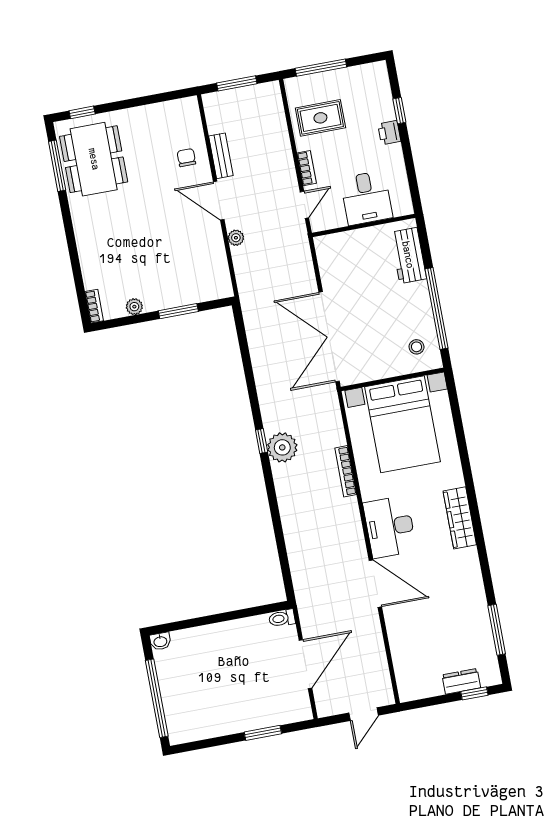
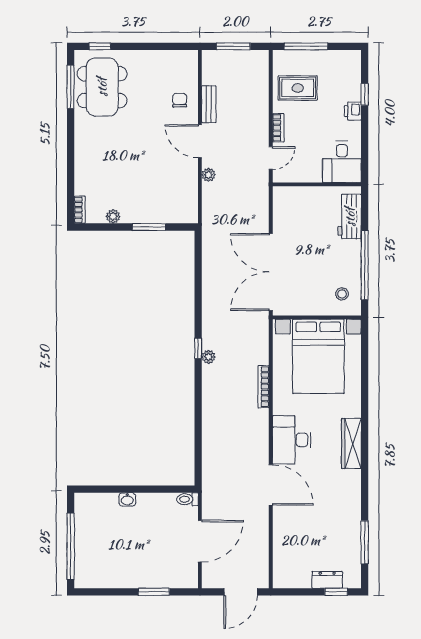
desk: (366, 198) -> (342, 162), moved
plant: (282, 447) -> (208, 357), width x0.53, depth x0.53
washbasin: (160, 641) -> (127, 499), moved
door: (364, 714) -> (241, 592), width x1.38

